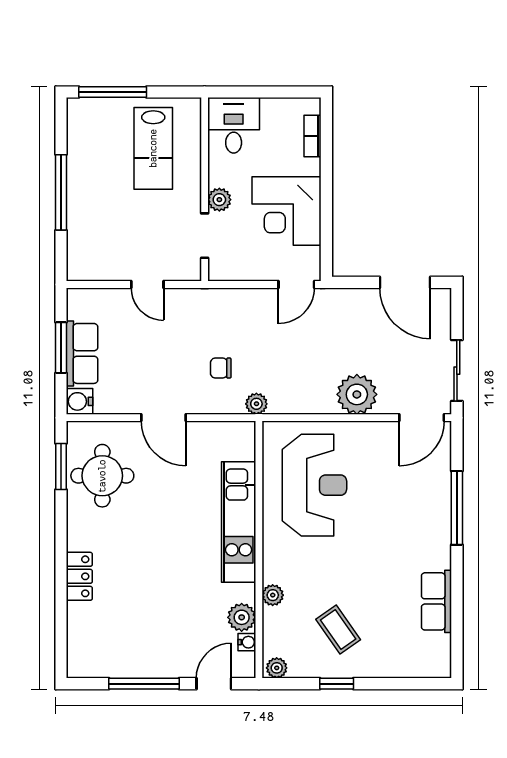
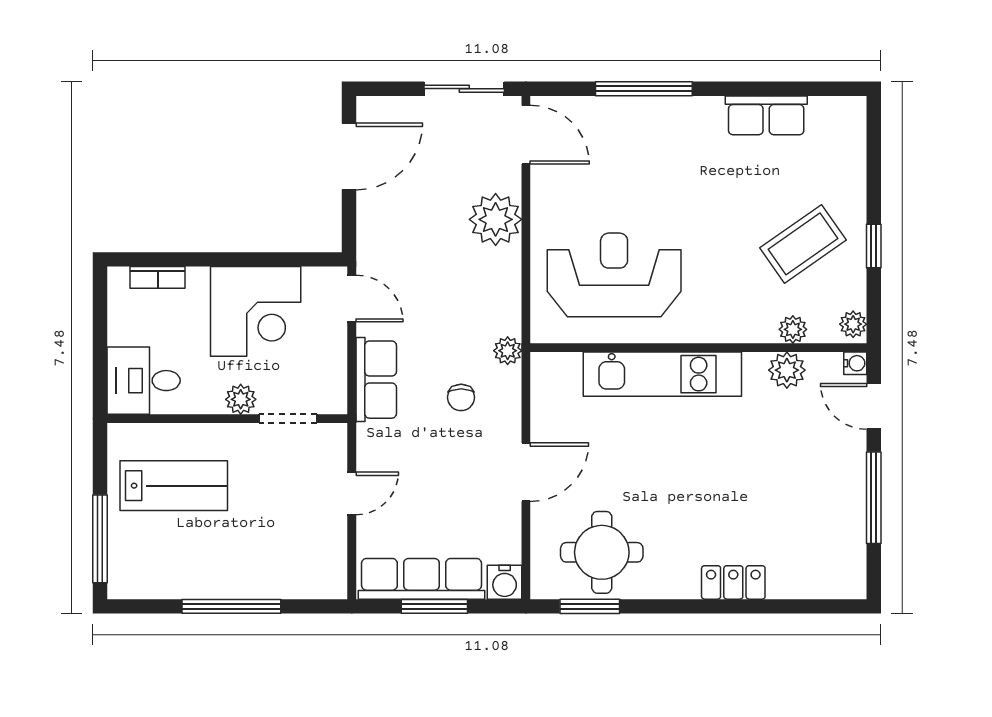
row of seats: (234, 303) -> (376, 380), added
row of seats: (82, 353) -> (422, 579), width x1.48
plant: (273, 595) -> (793, 329), moved
coffee table: (338, 630) -> (803, 244), width x1.36, depth x1.30
water cooler: (247, 642) -> (855, 363), moved, turned 90

